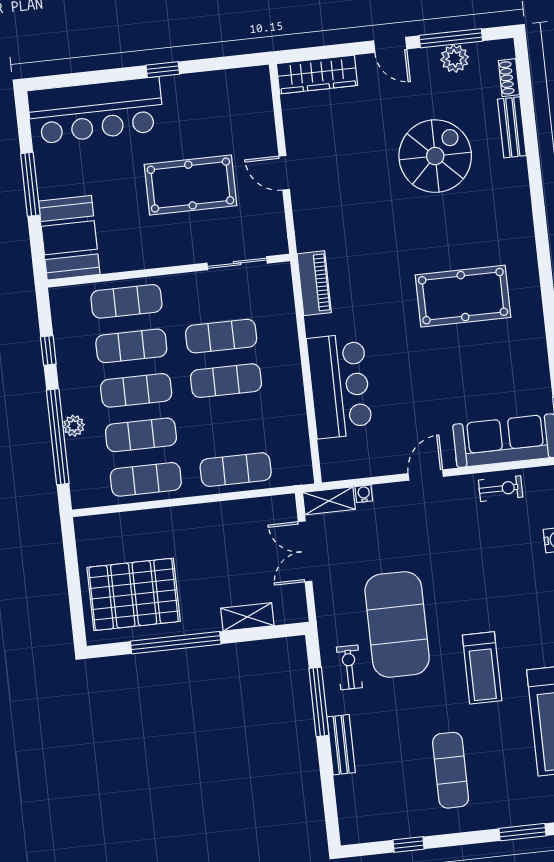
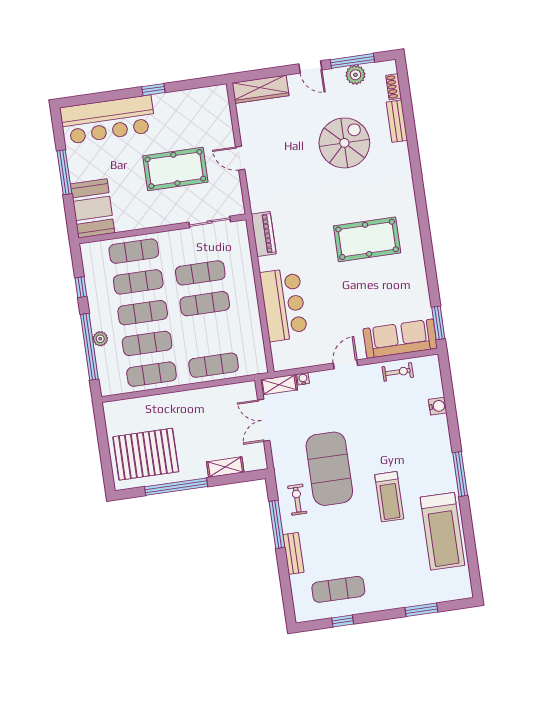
exercise mat: (451, 770) -> (338, 589), moved, turned 90

